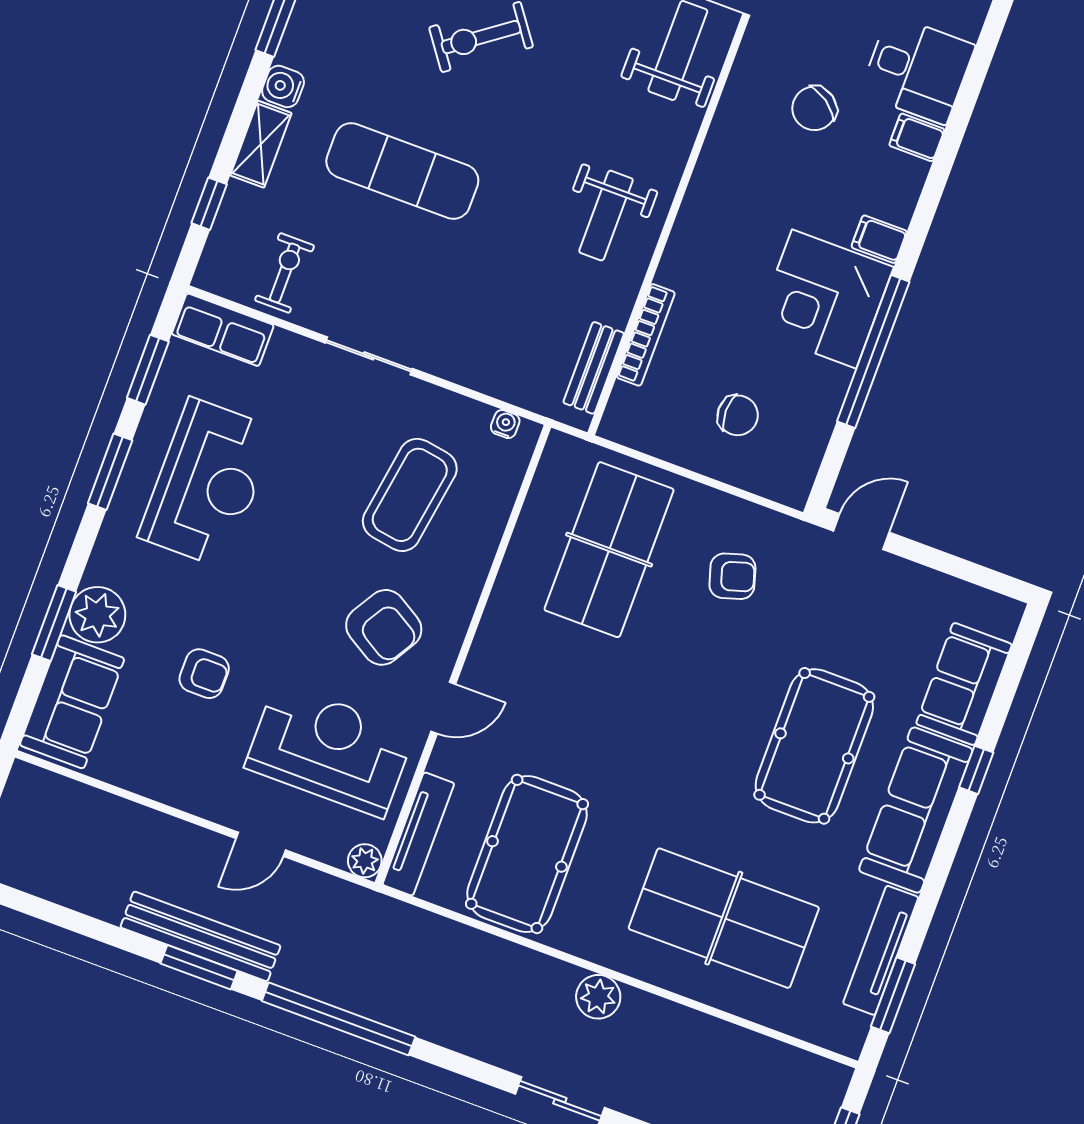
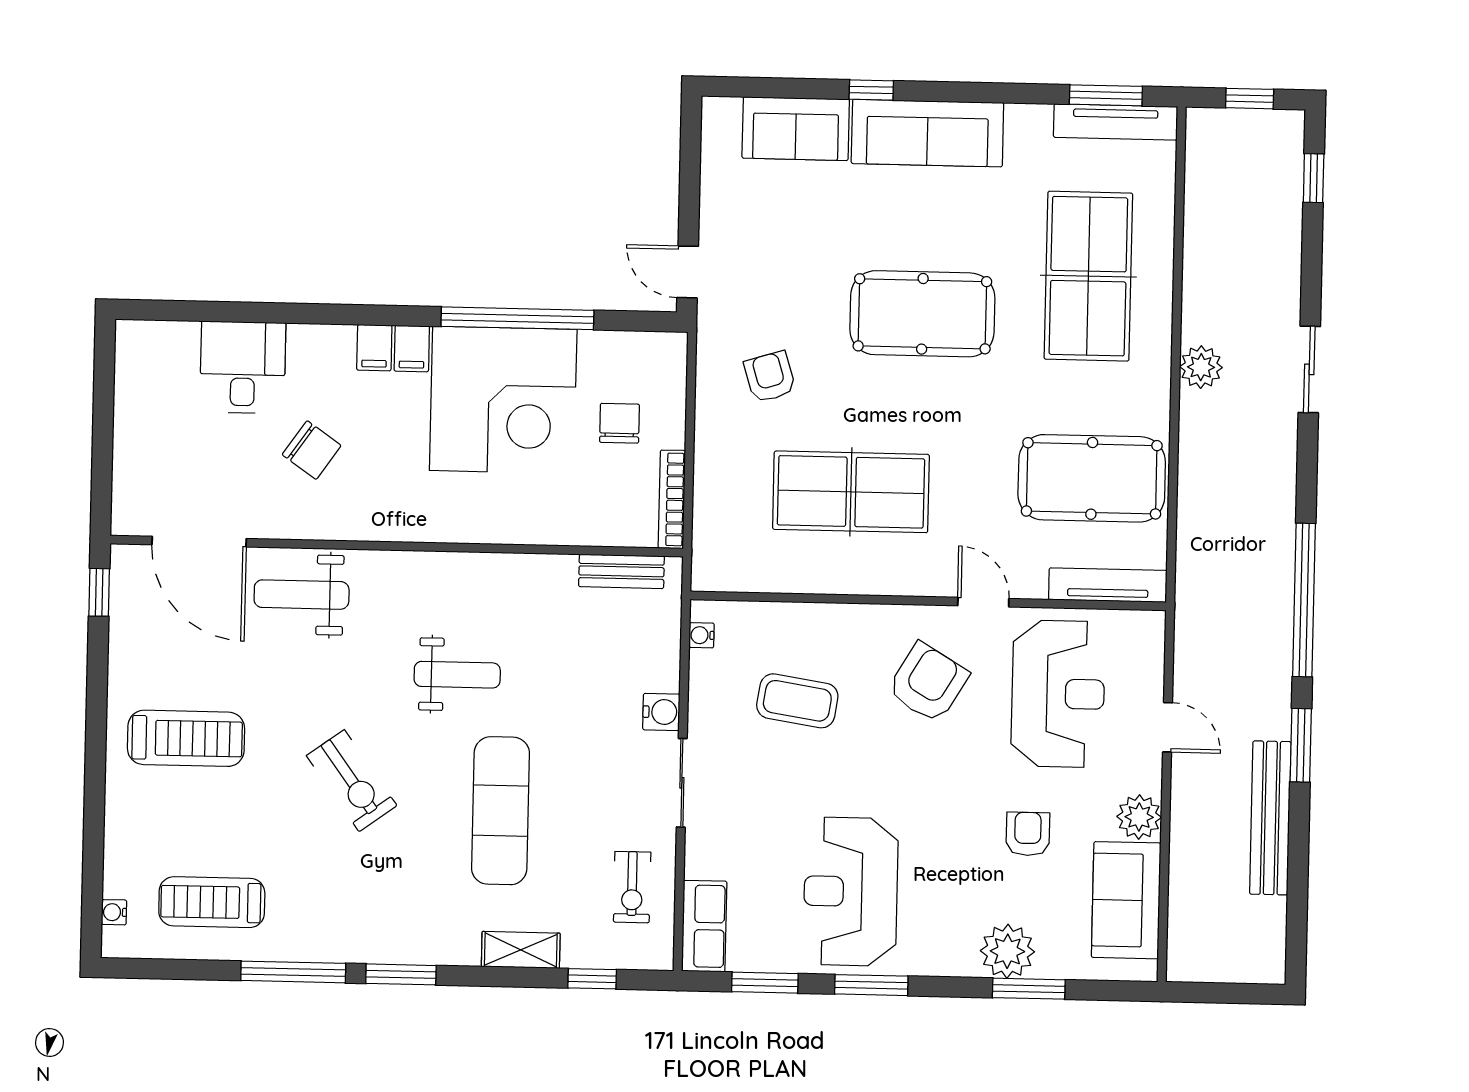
water cooler: (283, 86) -> (661, 712), moved, turned -90
filing cabinet: (917, 137) -> (374, 348), moved
weight bench: (606, 216) -> (457, 675), moved
exercise bike: (285, 273) -> (632, 887), turned -90
corner desk: (824, 299) -> (503, 400), width x1.36, depth x1.36
bookcase: (646, 335) -> (672, 499), moved, turned -90
reception desk: (207, 483) -> (851, 892), turned -90
coffee table: (410, 495) -> (797, 701), width x0.73, depth x0.76
table tennis table: (609, 550) -> (851, 492), moved
sofa: (72, 702) -> (1126, 900), moved, turned -90
pool table: (814, 746) -> (922, 314), moved
reception desk: (330, 750) -> (1058, 694), turned 180
plant: (365, 861) -> (1139, 817), moved, width x1.38, depth x1.38
bench: (200, 936) -> (1270, 818), moved
tv unit: (881, 950) -> (1116, 122), moved

